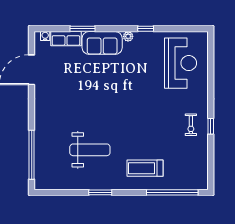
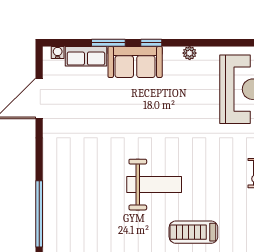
window: (146, 29) -> (151, 43), moved
plant: (128, 36) -> (190, 53), moved
weight bench: (90, 150) -> (154, 185), moved

